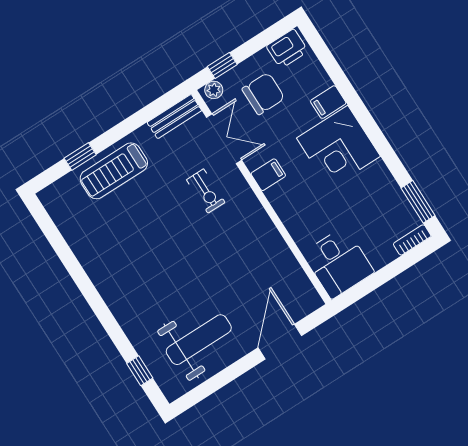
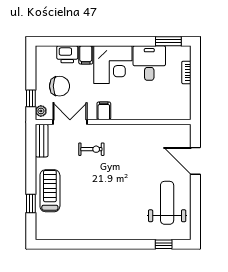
printer: (287, 49) -> (67, 54), moved, turned 90
chair: (263, 94) -> (60, 86), turned 90
treadmill: (114, 171) -> (50, 191), turned 180
bookcase: (412, 240) -> (186, 72), moved
desk: (338, 263) -> (149, 63), moved, turned -90

